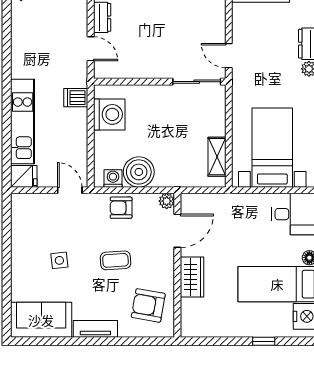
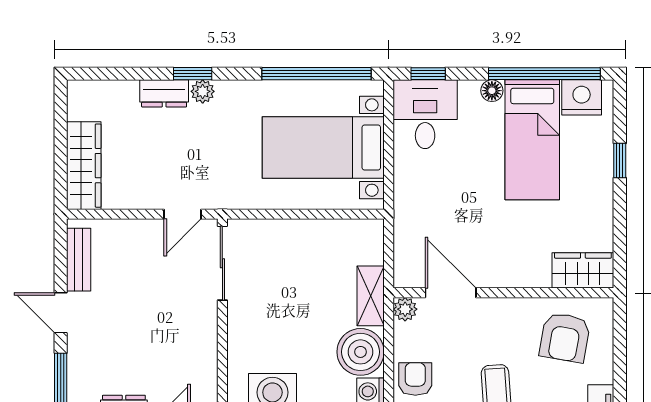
shelving: (217, 157) -> (371, 296), moved, turned 90
armchair: (121, 208) -> (415, 379), turned 180
wardrobe: (192, 277) -> (583, 270), moved

